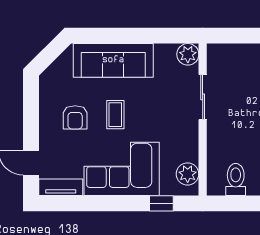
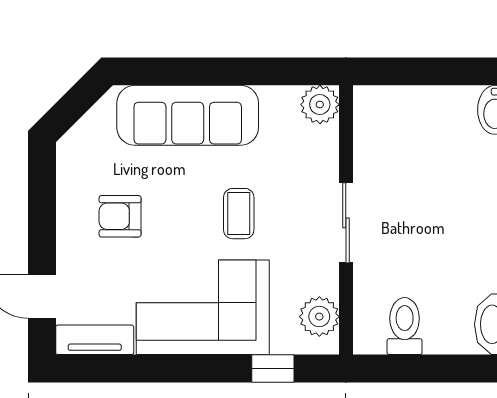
sliding door: (203, 97) -> (346, 223), moved
coffee table: (115, 115) -> (239, 214), moved
armchair: (75, 117) -> (120, 216), turned 90

